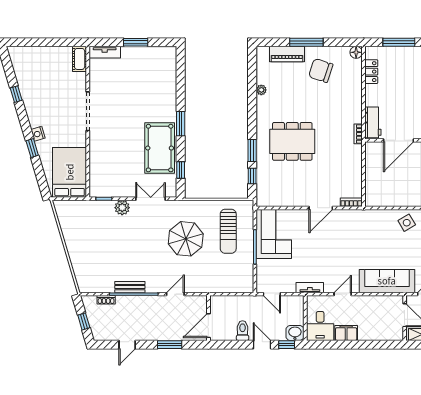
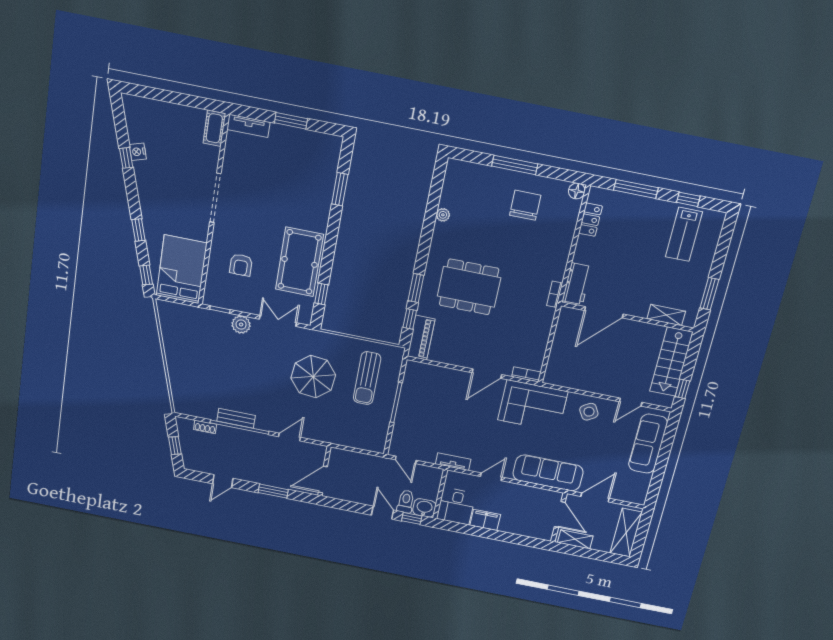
piano: (287, 54) -> (421, 338), moved, turned -90
chair: (321, 70) -> (525, 205), turned 72
window: (181, 124) -> (340, 189), moved
nightstand: (38, 134) -> (138, 152), moved
armchair: (115, 160) -> (241, 265), added
window: (42, 183) -> (146, 275), added
corner sofa: (274, 234) -> (533, 406), moved, turned 90
toilet: (243, 331) -> (406, 501), moved

